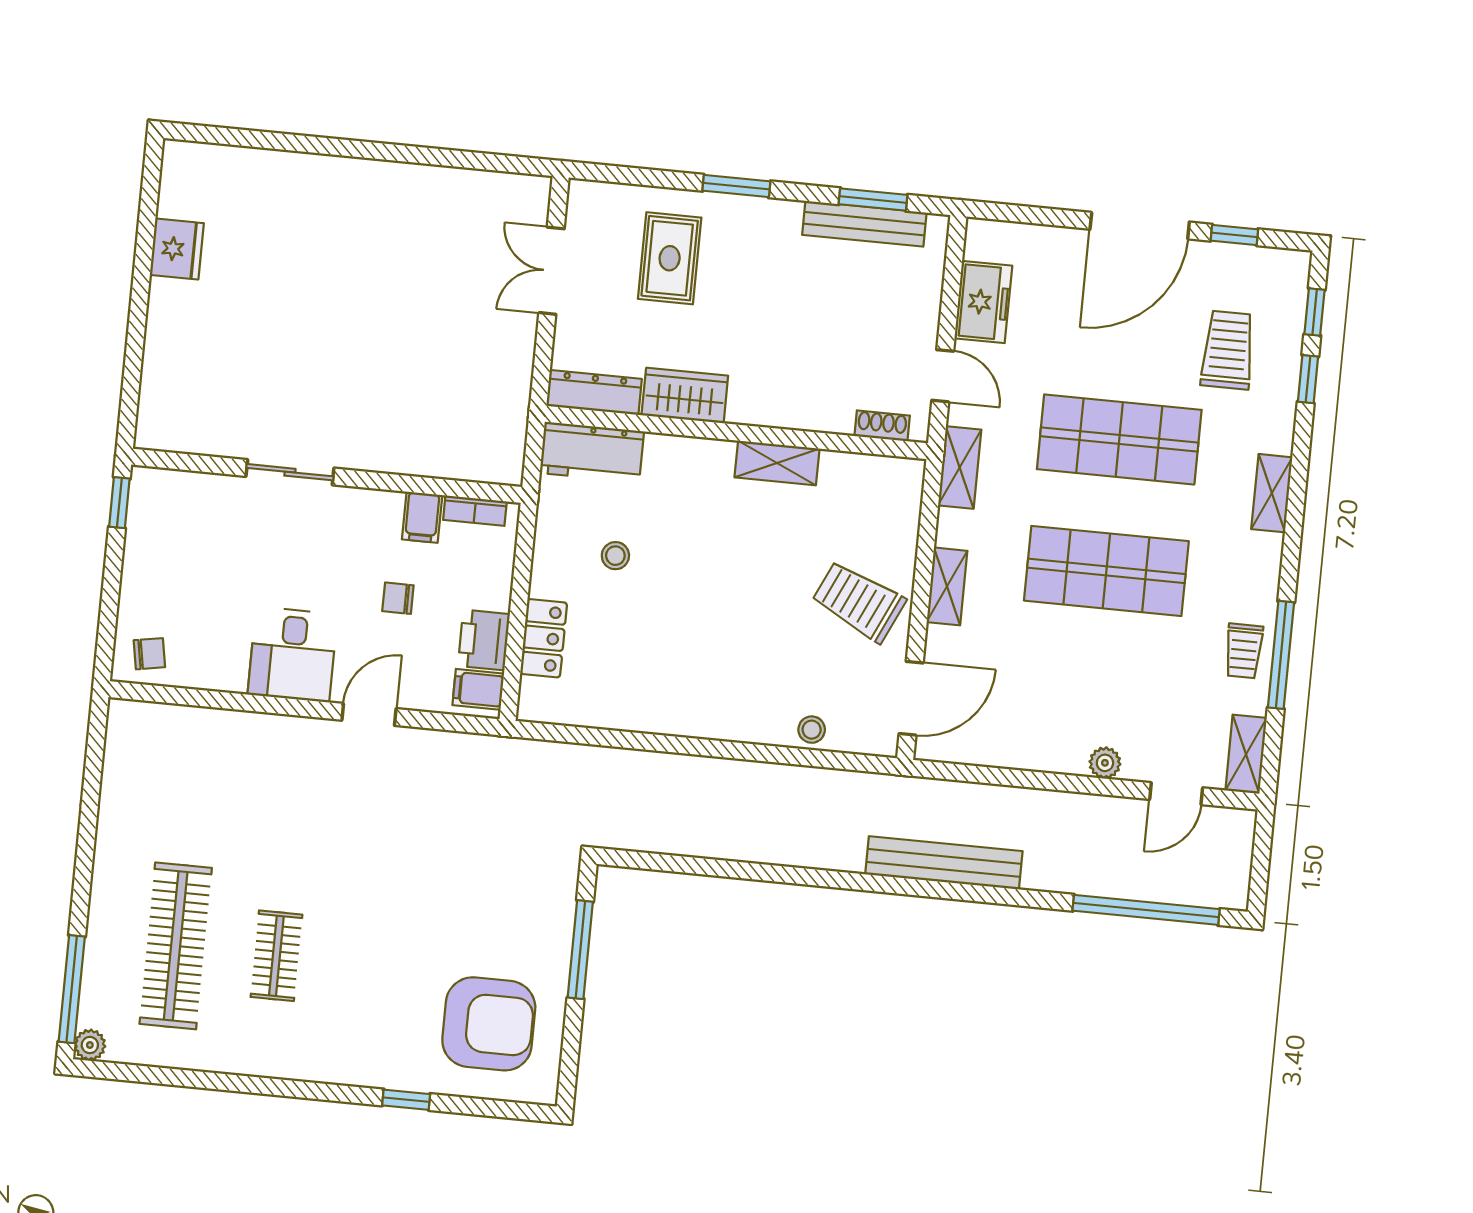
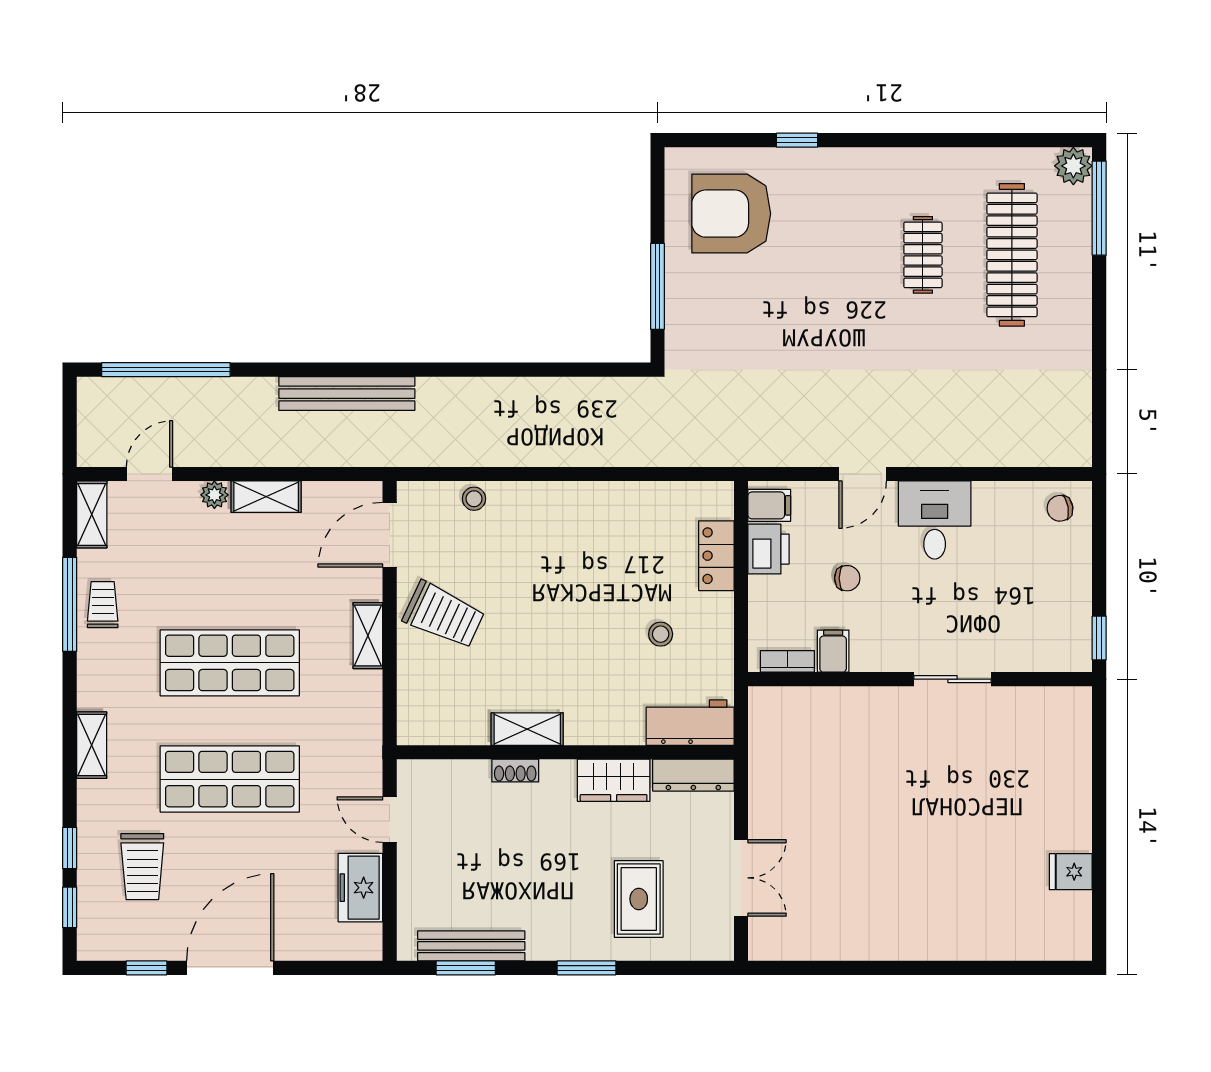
fridge: (177, 249) -> (1071, 872), width x0.72
shoe rack: (882, 426) -> (515, 771), moved
shelving: (960, 467) -> (266, 497), moved, turned 90
plant: (90, 1045) -> (1073, 166), width x1.38, depth x1.38

